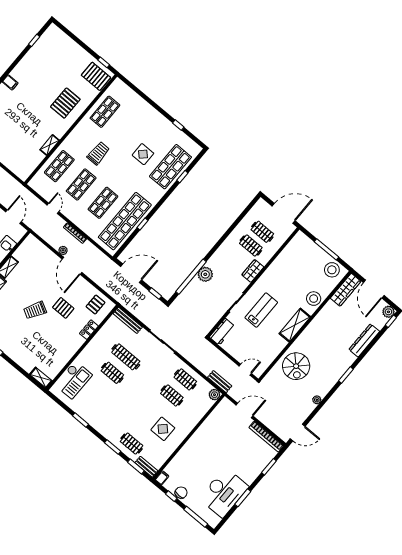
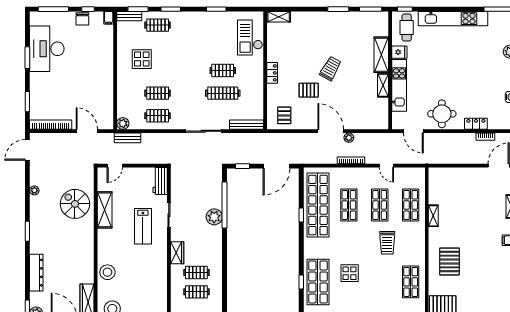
shelving: (295, 325) -> (105, 210), moved
locker: (89, 330) -> (272, 73), moved
door: (244, 410) -> (87, 131), swing flipped

